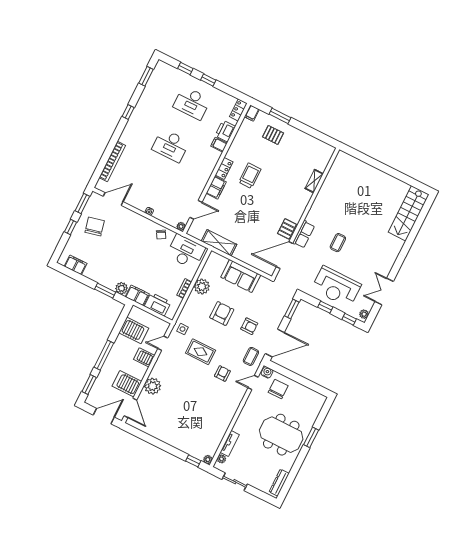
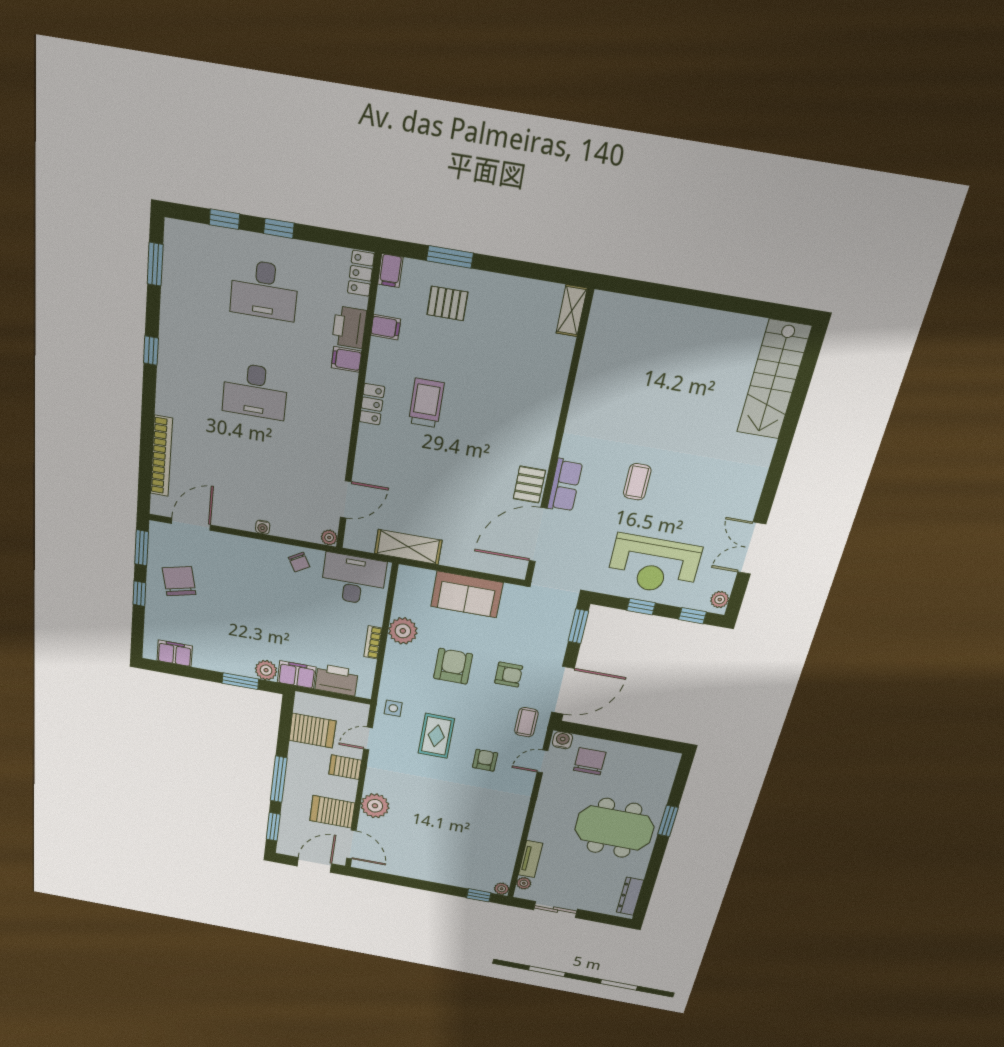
shelving: (314, 181) -> (572, 311), moved
filing cabinet: (216, 188) -> (386, 327), moved, width x0.50
rug: (200, 352) -> (436, 736), turned 90

